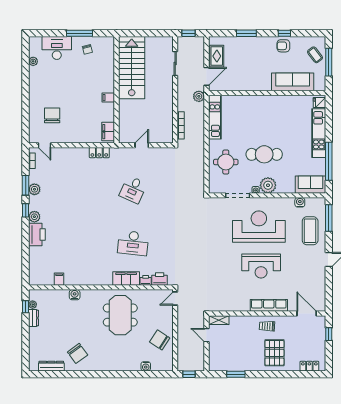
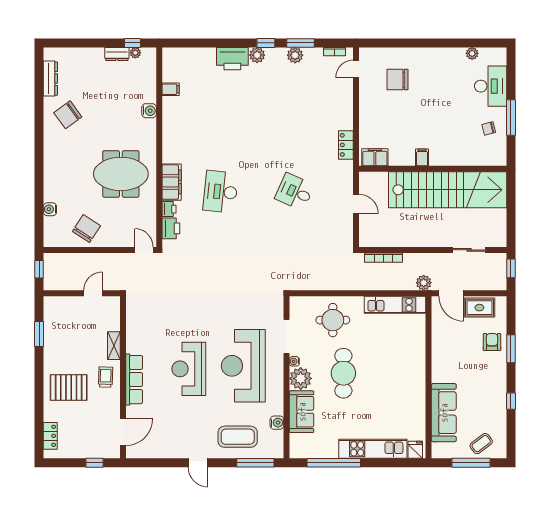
armchair: (283, 46) -> (492, 342), moved
stairs: (132, 68) -> (448, 190), width x1.36
chair: (52, 115) -> (397, 80), turned 180
sofa: (311, 185) -> (302, 412), moved
reception desk: (259, 227) -> (243, 366), turned 180
shelving: (219, 320) -> (114, 346), moved

